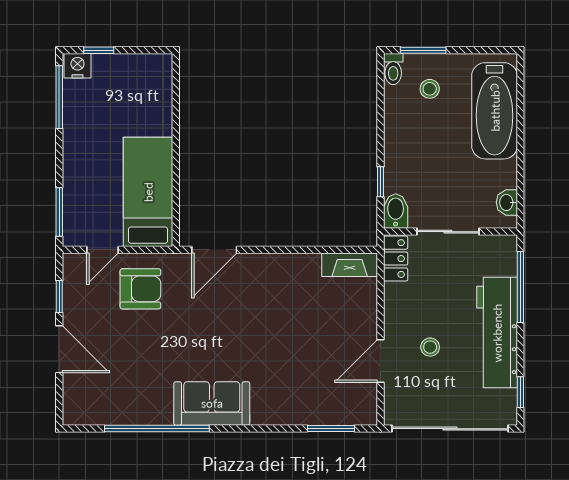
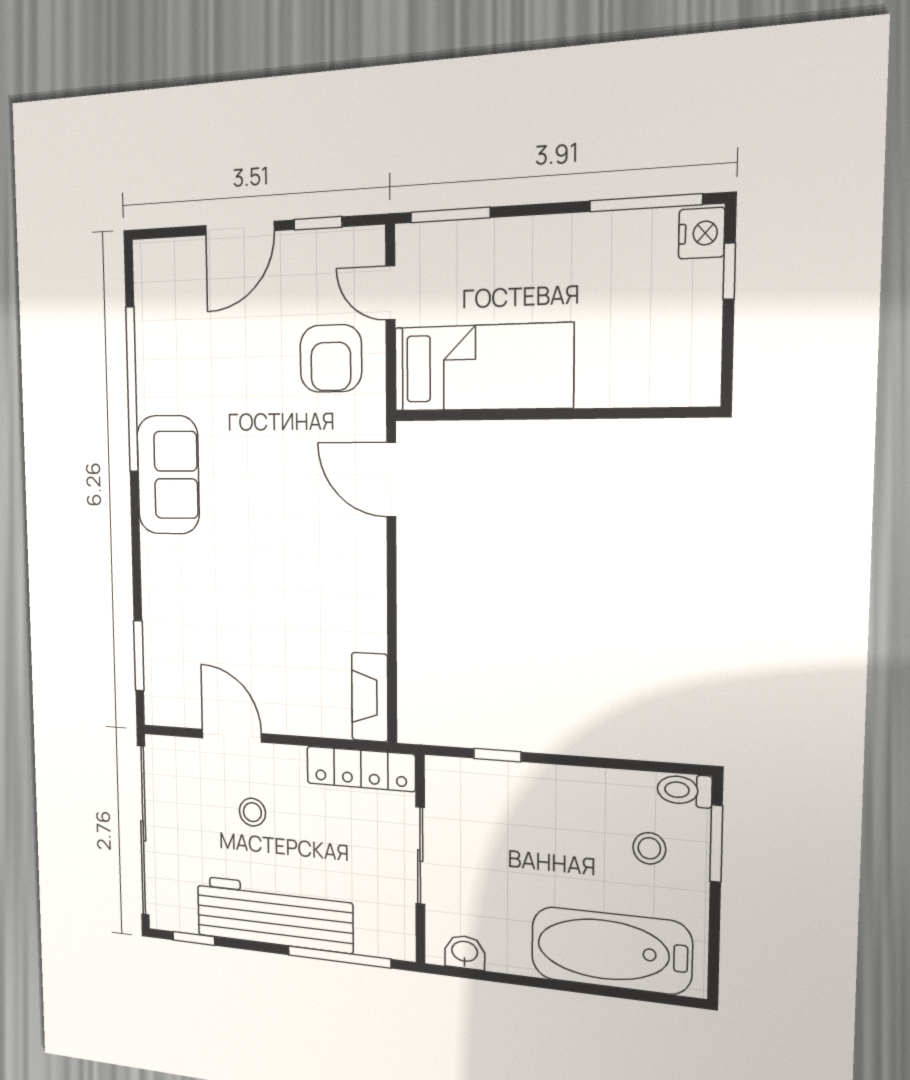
bidet: (396, 211) -> (451, 776), removed
locker: (396, 259) -> (361, 769), width x1.53

